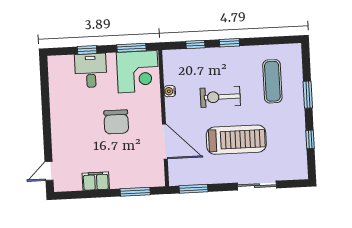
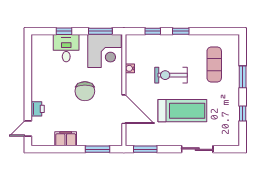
printer: (60, 146) -> (38, 109), added

